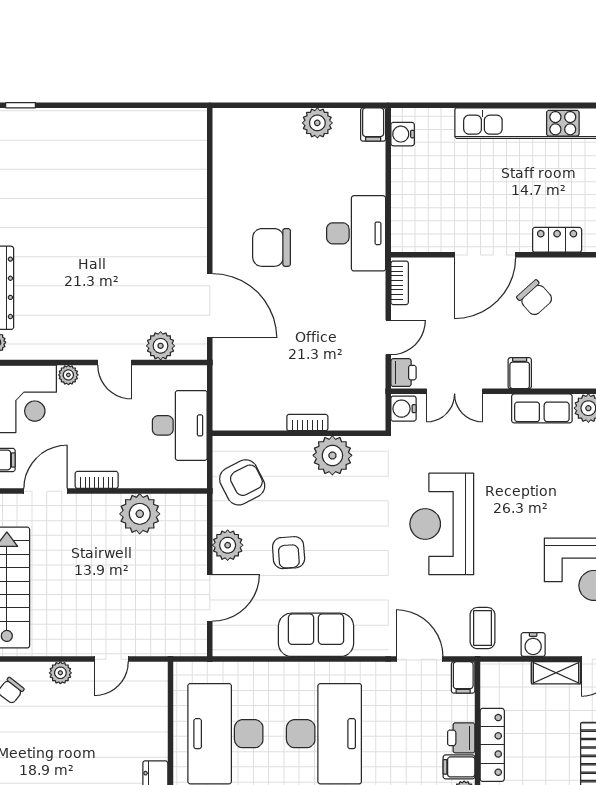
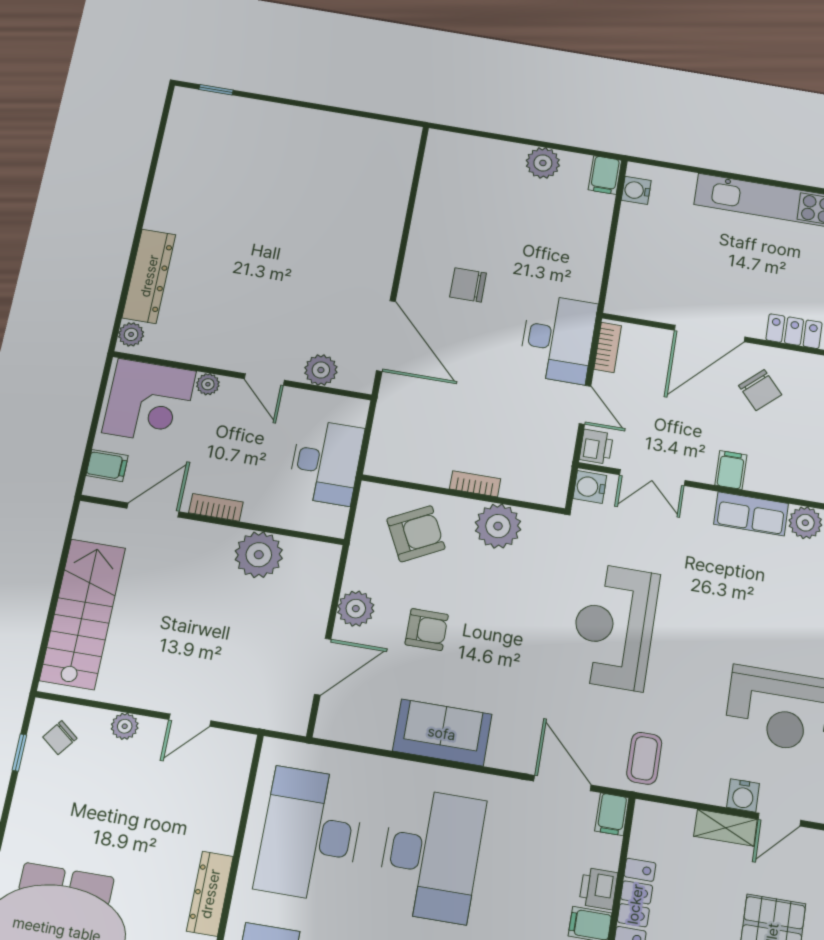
desk: (356, 233) -> (558, 339), moved
chair: (272, 247) -> (468, 285), width x0.73, depth x0.73
door: (388, 337) -> (585, 405), hinge flipped
armchair: (242, 482) -> (416, 534), moved
armchair: (289, 553) -> (427, 630), turned -86
water cooler: (533, 645) -> (743, 795), moved

